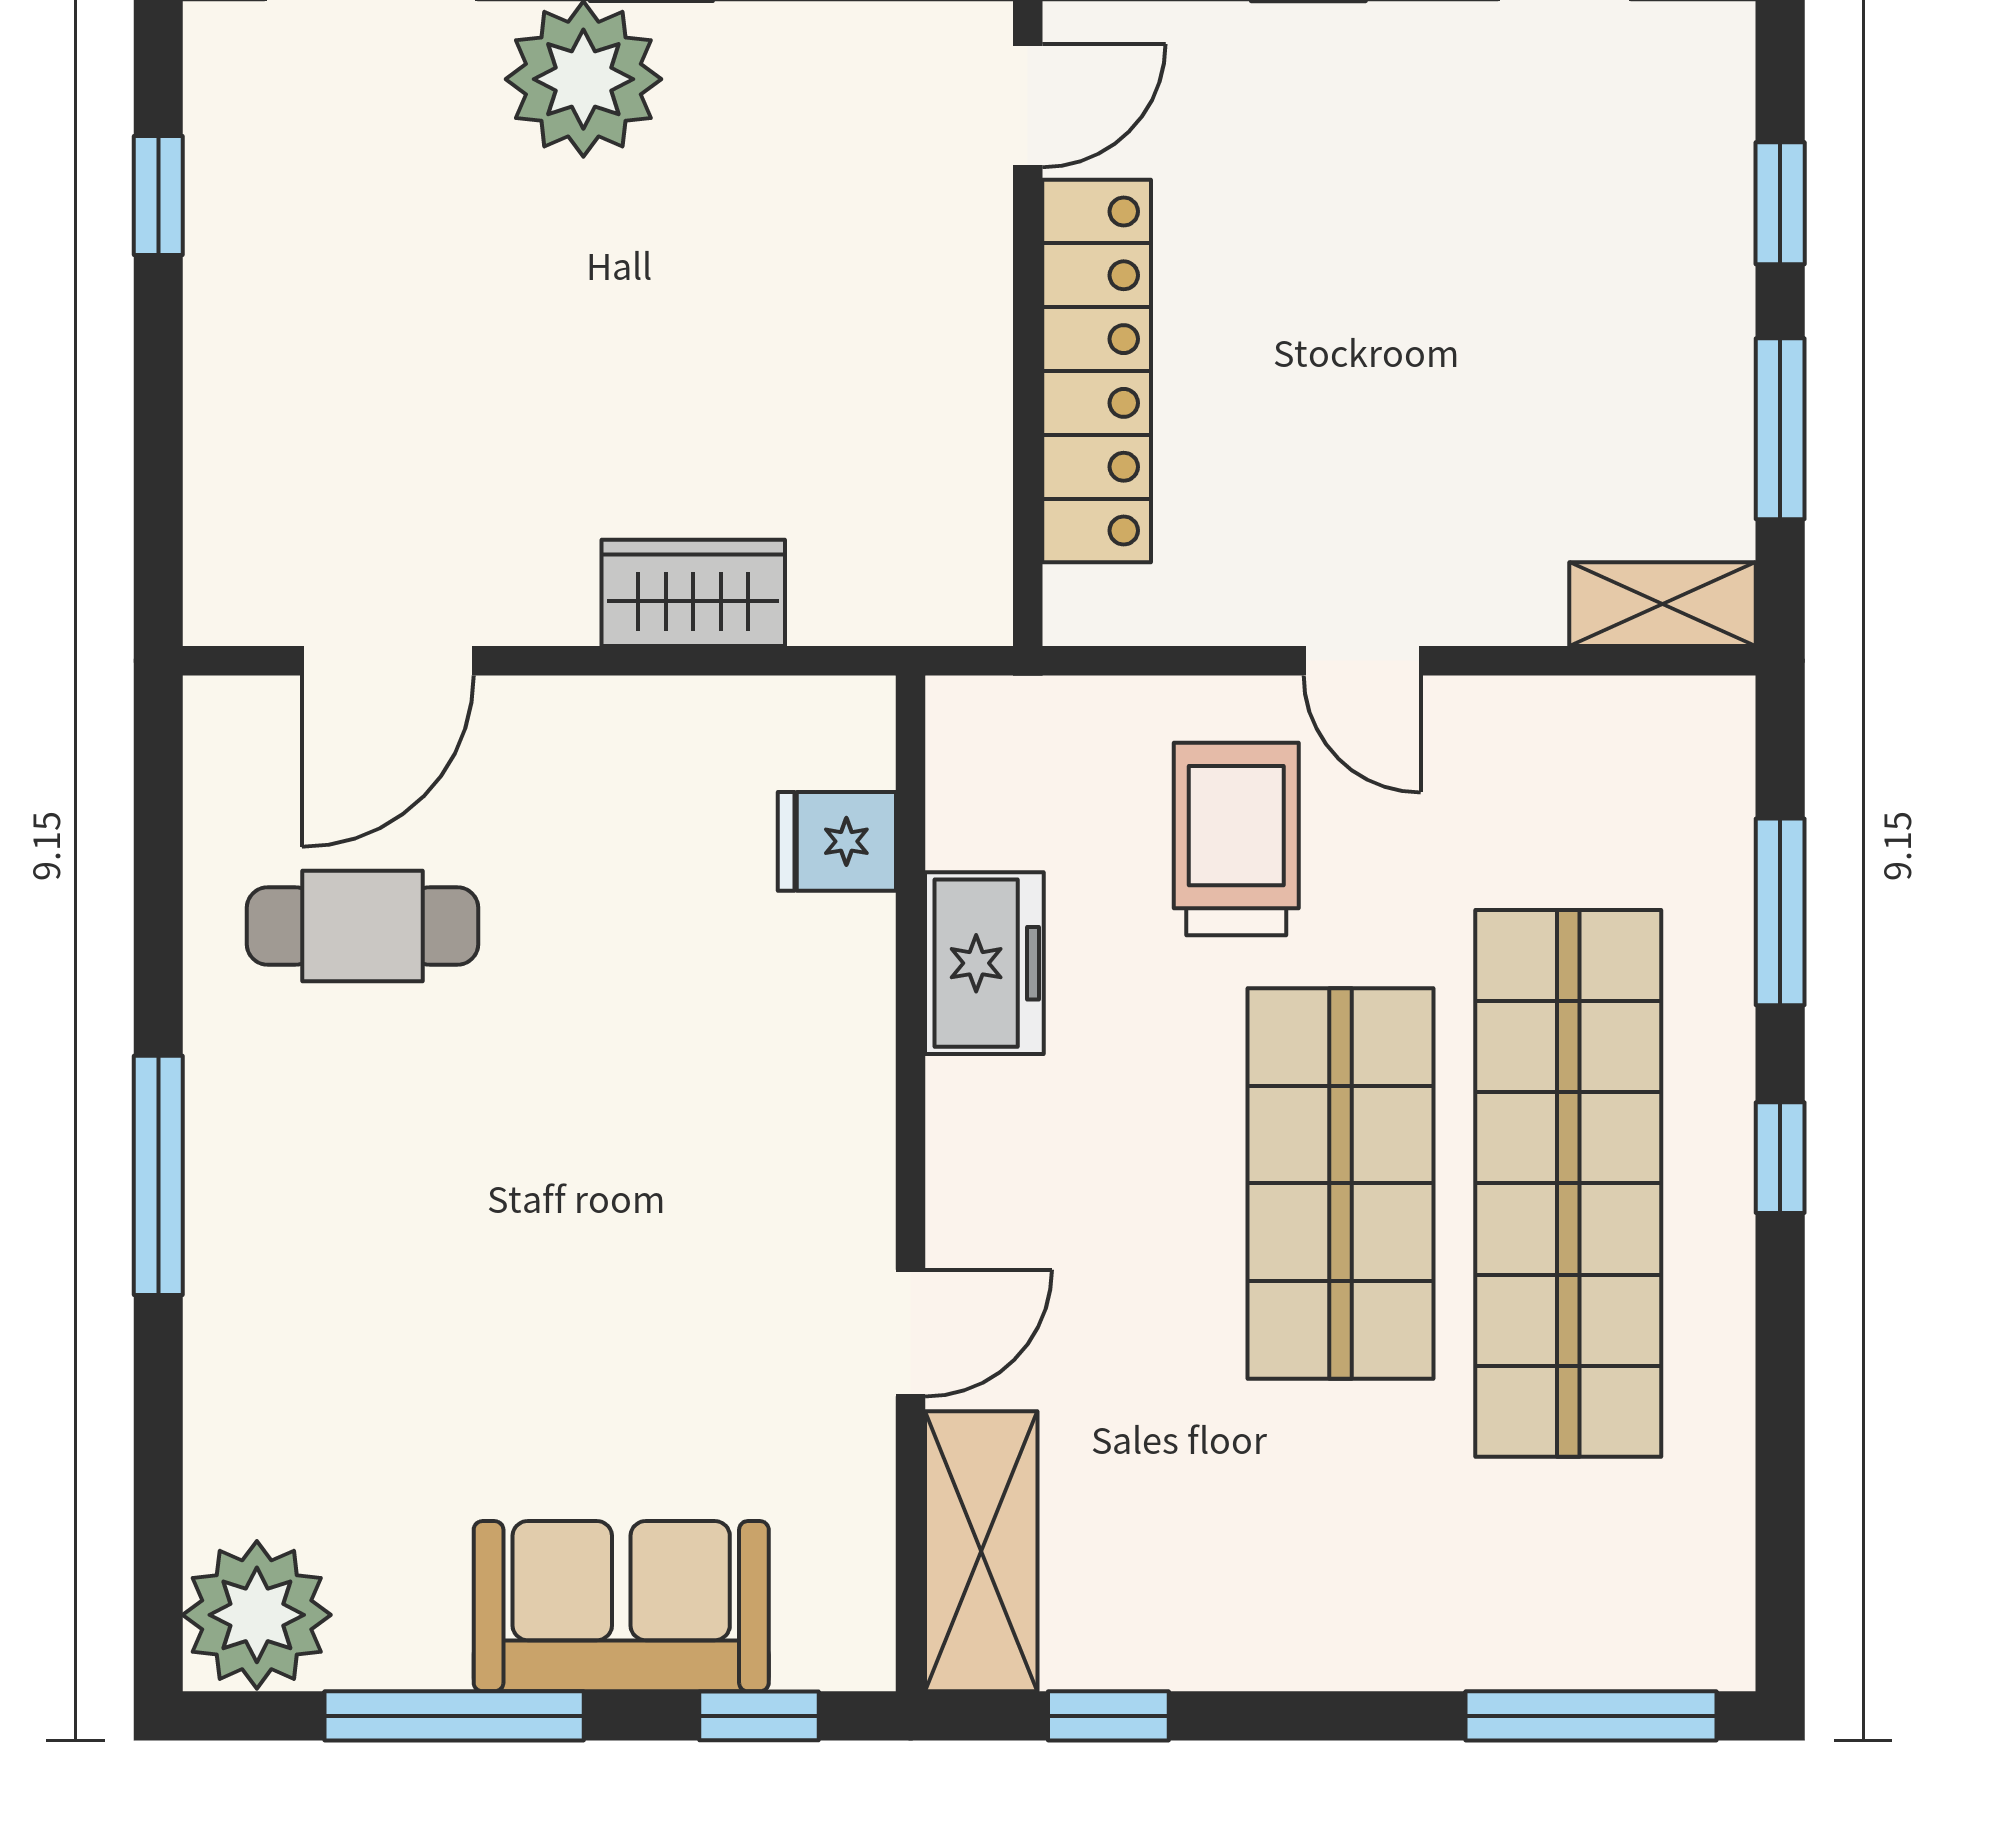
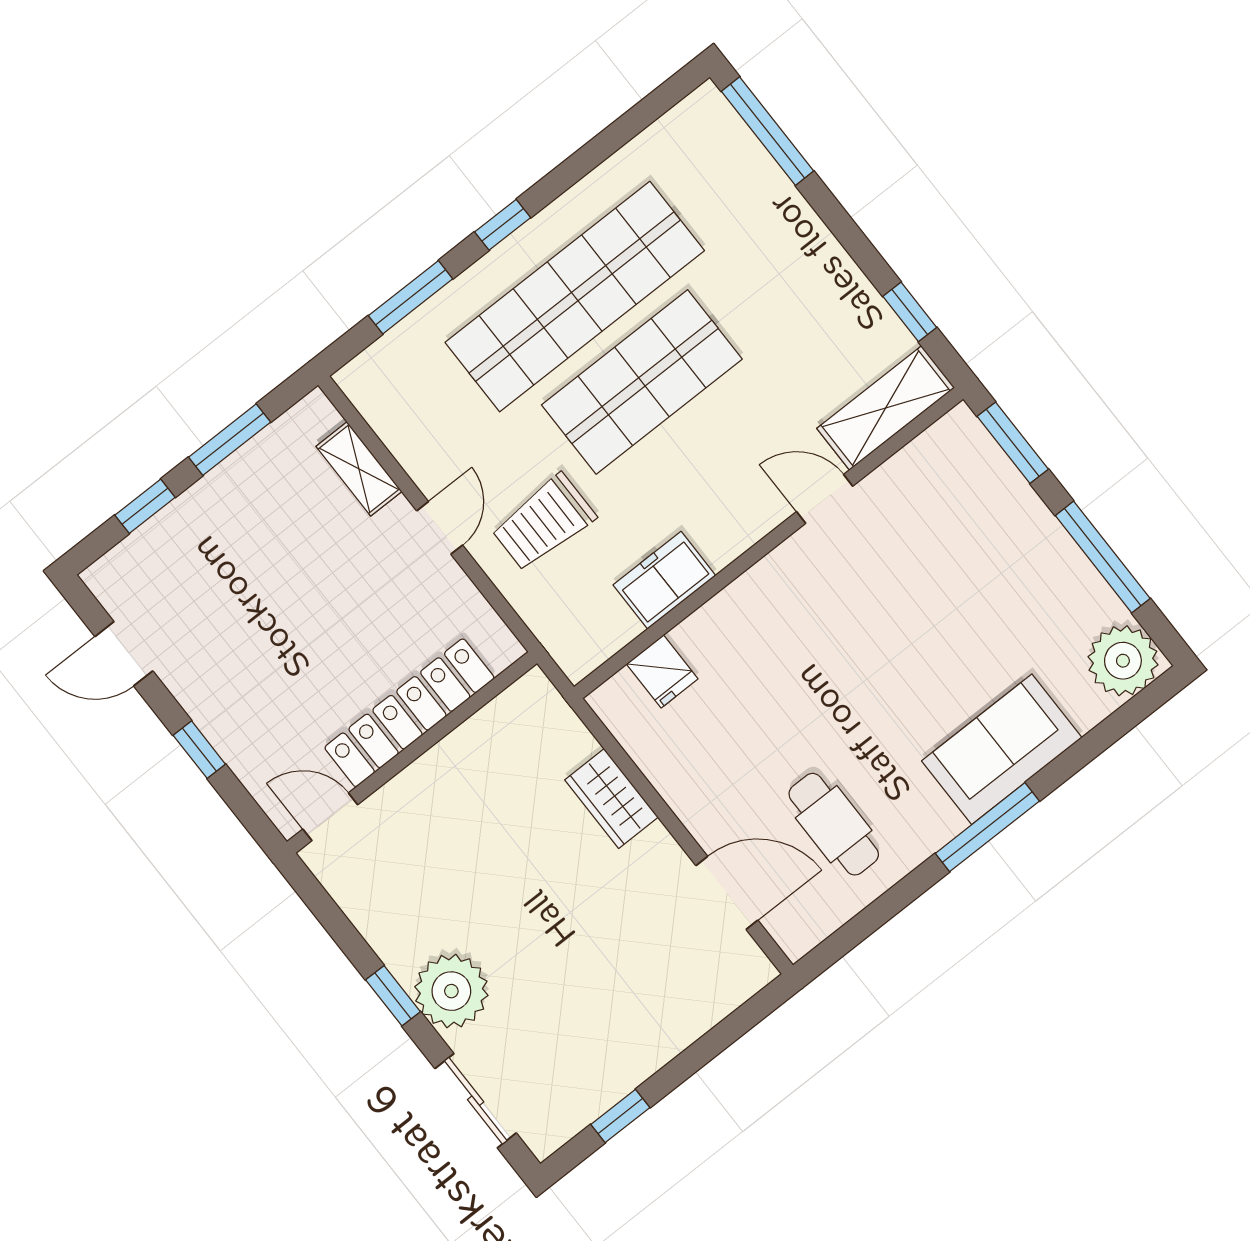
shelving: (1663, 604) -> (359, 469), moved
sofa: (621, 1606) -> (1002, 749), moved, turned 90
window: (759, 1716) -> (1013, 443), width x1.50

